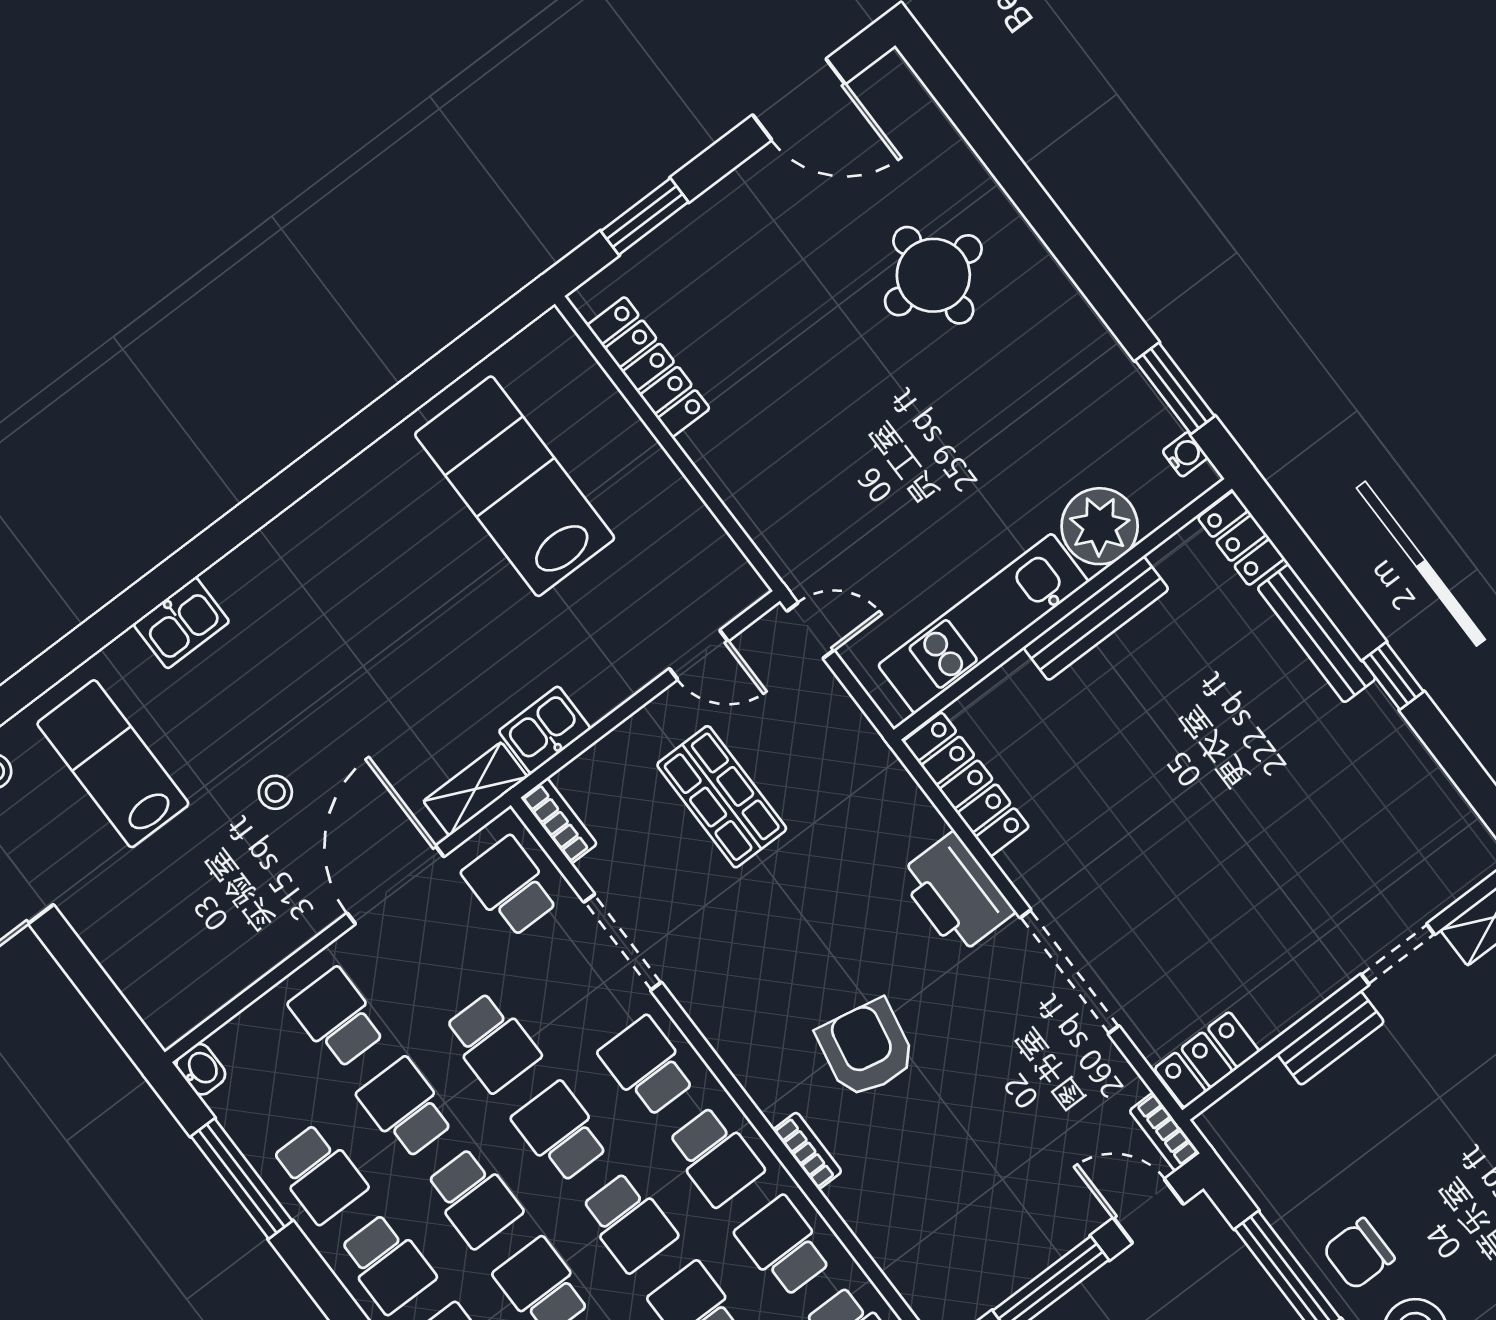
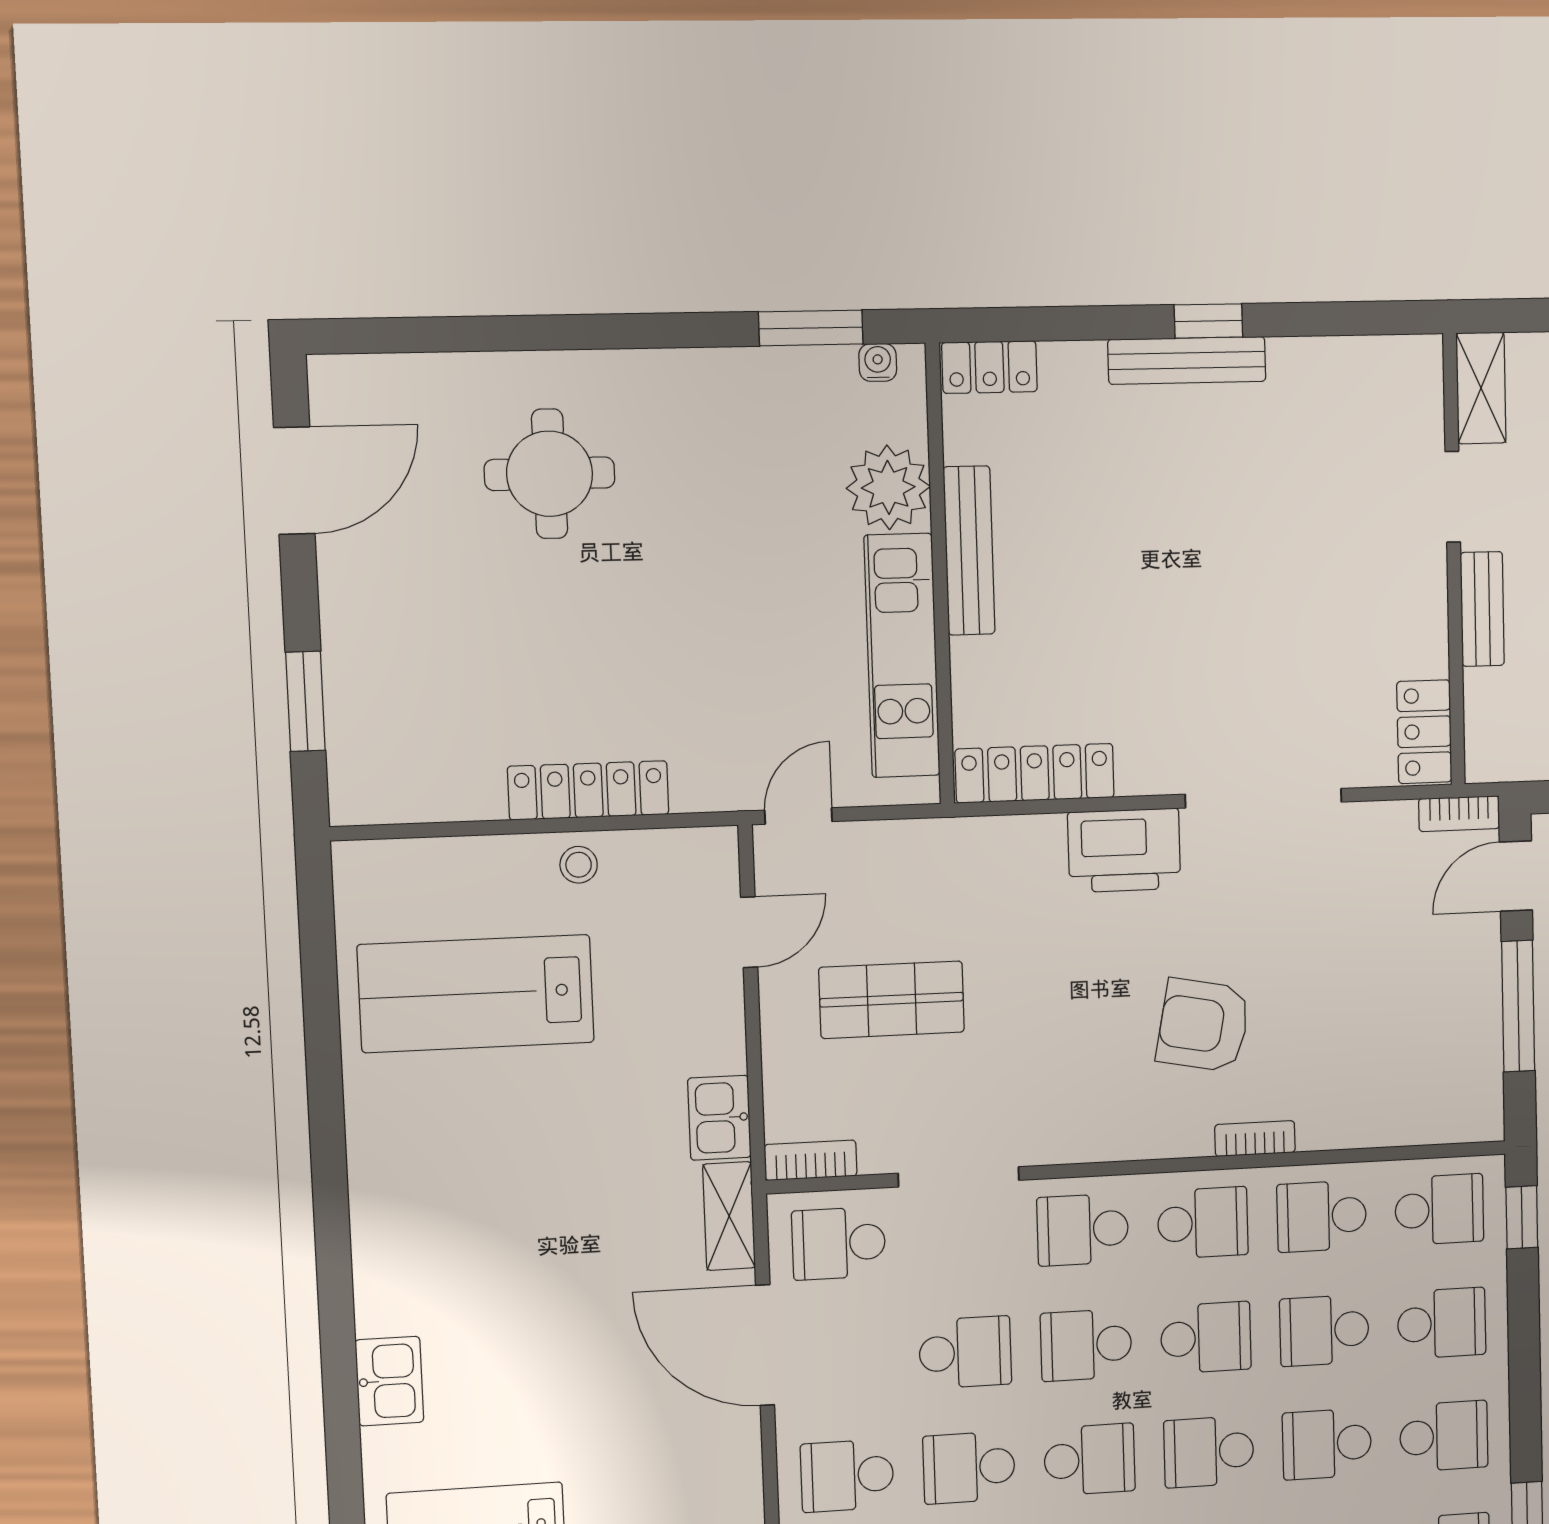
locker: (648, 367) -> (588, 790), moved
bench: (1317, 633) -> (1187, 360), moved
stool: (275, 792) -> (579, 865), moved

